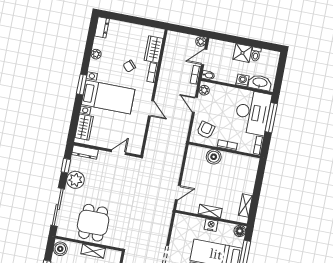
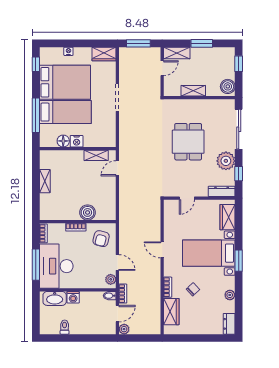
shower: (242, 53) -> (79, 326), removed
shelving: (245, 206) -> (45, 181), moved
shelving: (210, 211) -> (96, 155), moved
dining table: (93, 223) -> (188, 142), moved
floor lamp: (240, 231) -> (63, 141), moved

